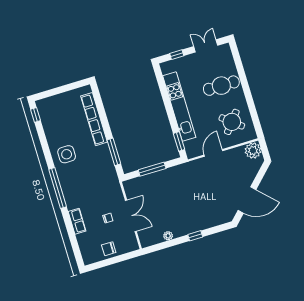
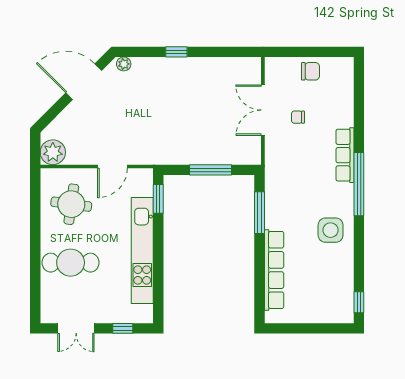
round table: (232, 122) -> (71, 204), turned -31
row of seats: (77, 221) -> (345, 155), moved, width x1.48
plant: (168, 236) -> (124, 64), moved

